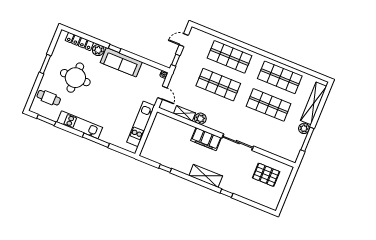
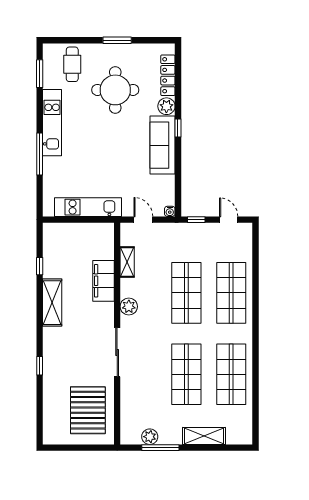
door: (162, 93) -> (143, 220), swing flipped
shelving: (314, 103) -> (204, 436), width x0.68
plant: (200, 119) -> (129, 307), moved
plant: (304, 128) -> (150, 437), moved
filing cabinet: (206, 139) -> (104, 281), moved
pallet: (266, 175) -> (88, 410), width x1.37, depth x1.41
shelving: (206, 176) -> (52, 303), moved

